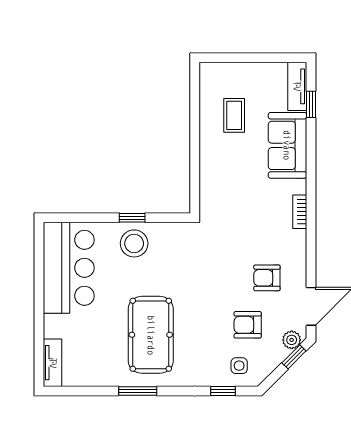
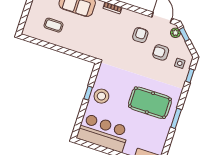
armchair: (267, 278) -> (140, 35), turned 180
armchair: (248, 325) -> (161, 52), turned 90

